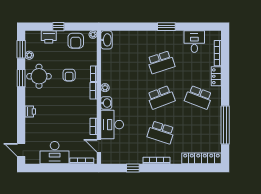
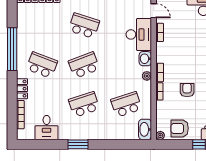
armchair: (76, 41) -> (180, 128), turned -90
school desk: (123, 62) -> (126, 104), added
window: (225, 125) -> (12, 49), moved

